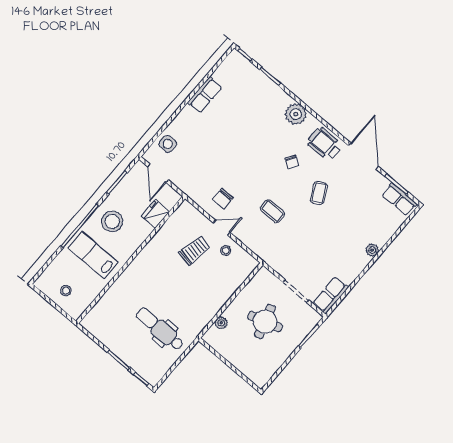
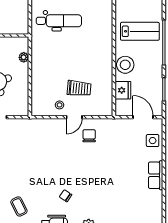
row of seats: (205, 95) -> (156, 175), moved
coffee table: (319, 193) -> (19, 207), moved
coffee table: (273, 211) -> (51, 155), removed
stool: (112, 221) -> (125, 65), moved
trolley: (195, 251) -> (79, 88), turned -96

